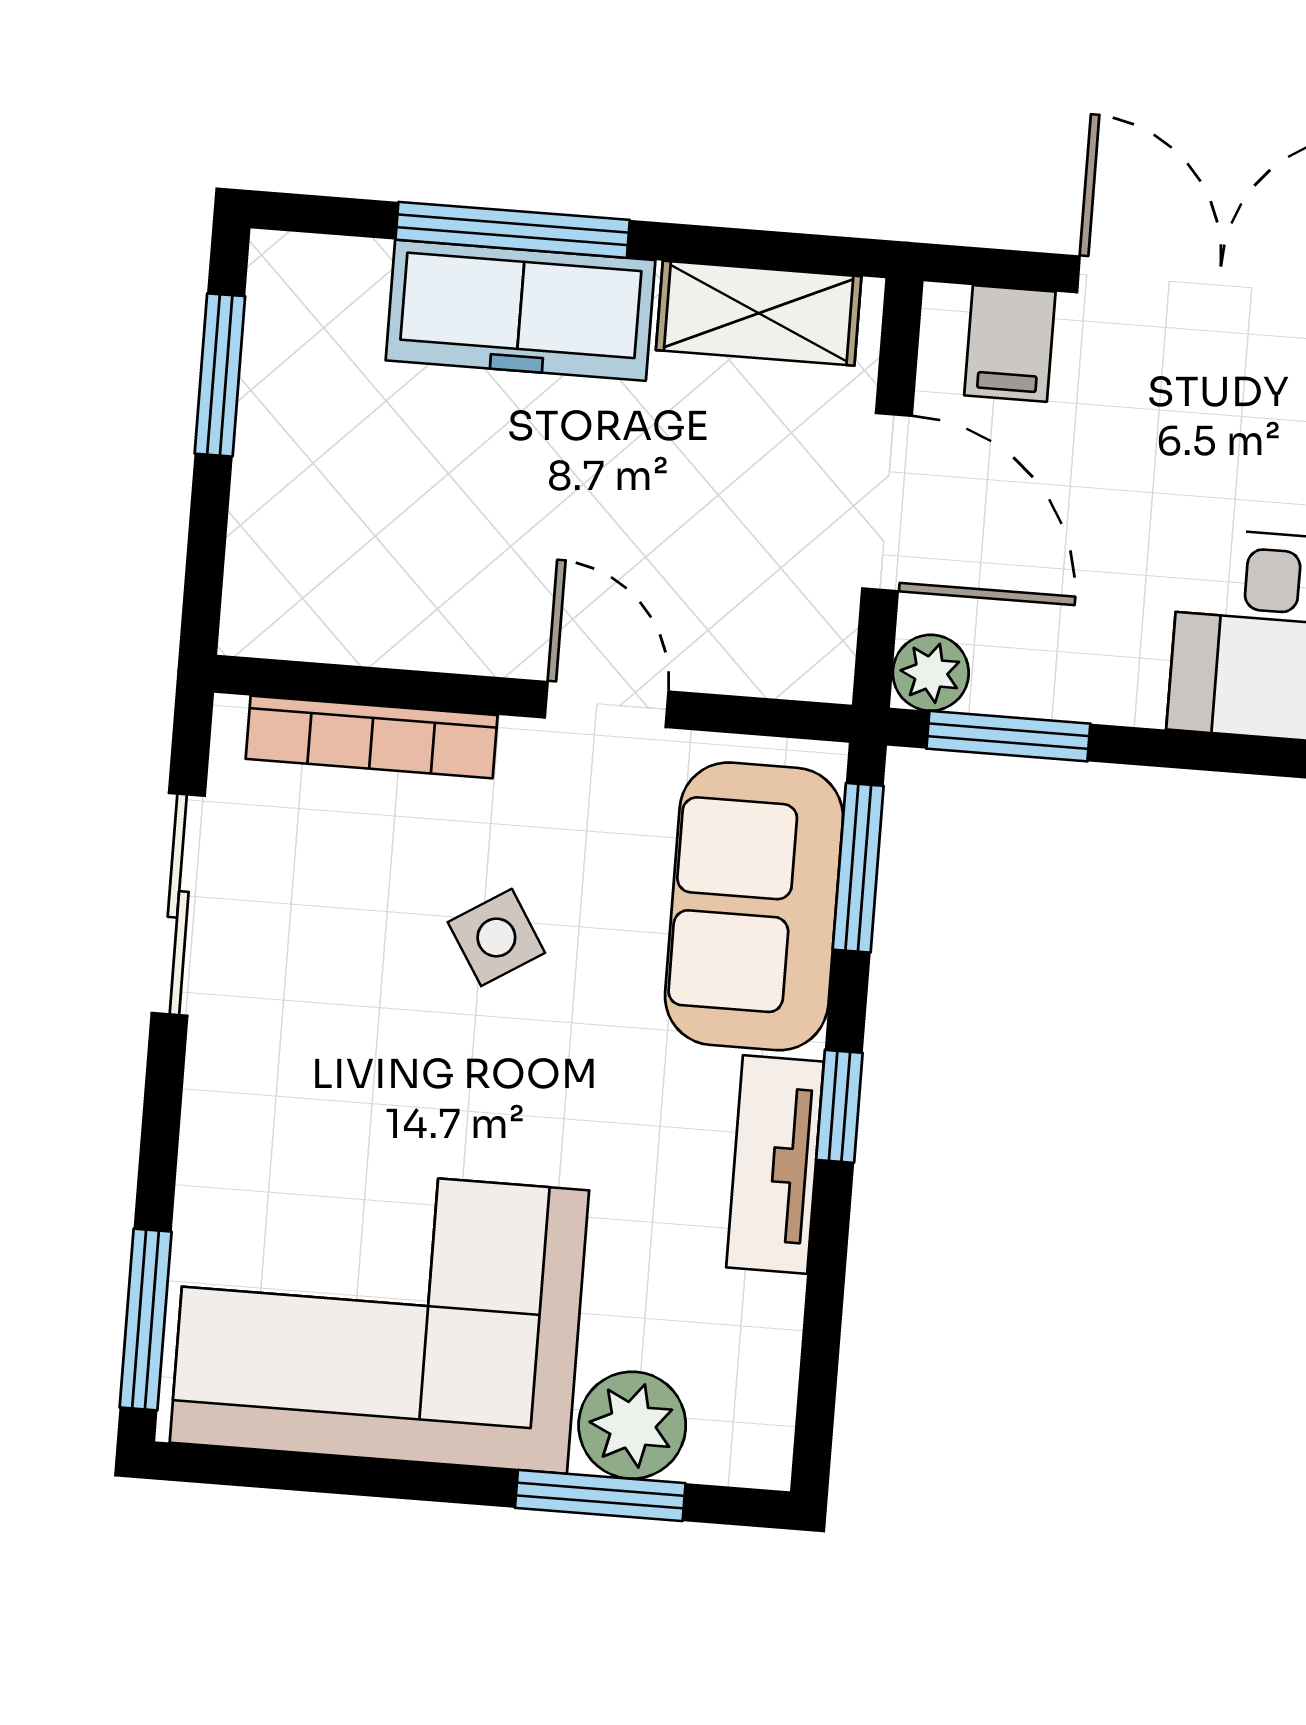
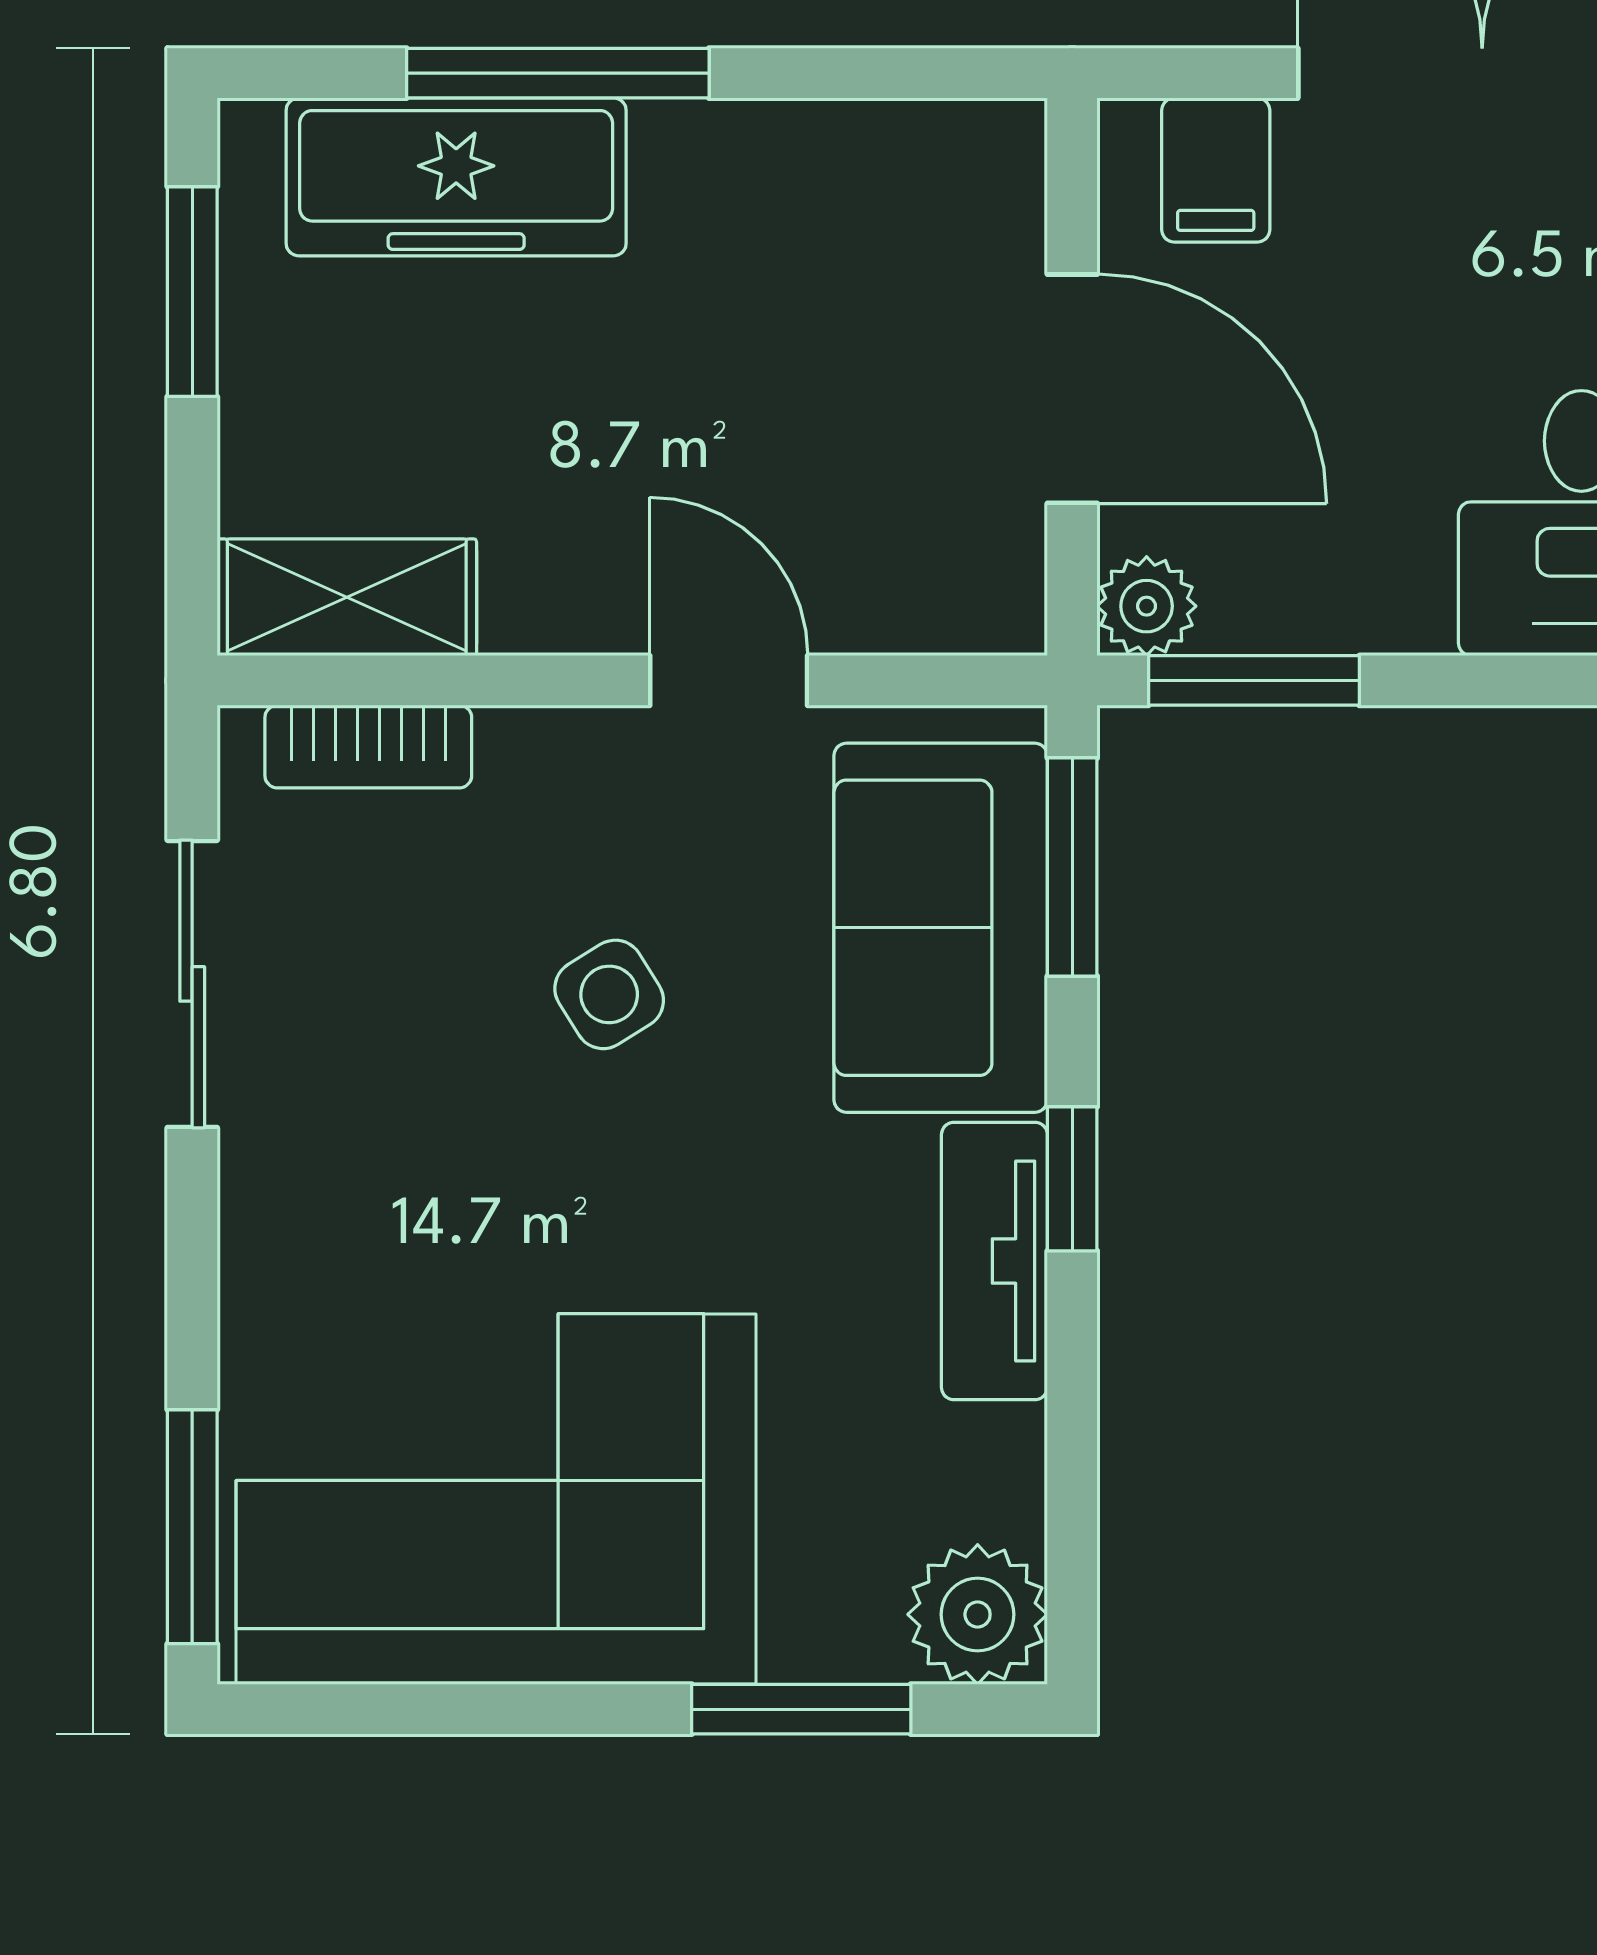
freezer: (521, 310) -> (456, 177), moved
shelving: (759, 313) -> (347, 597), moved
bookcase: (372, 737) -> (368, 747), width x0.64
plant: (632, 1425) -> (978, 1614), moved

